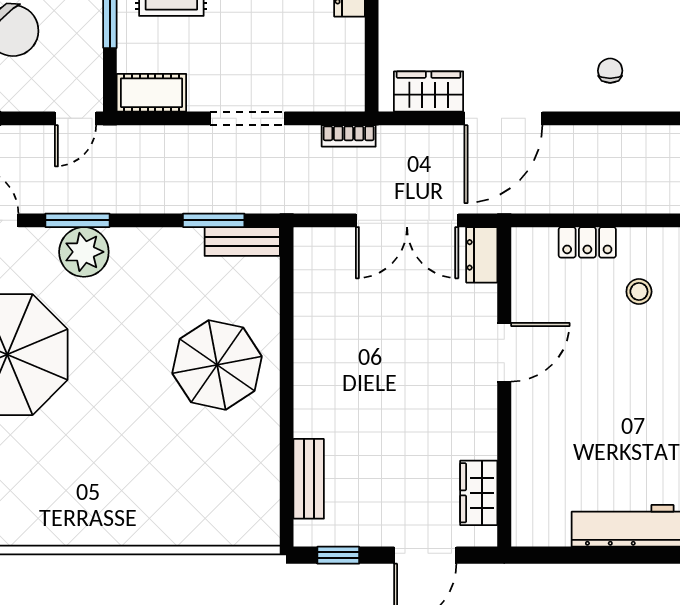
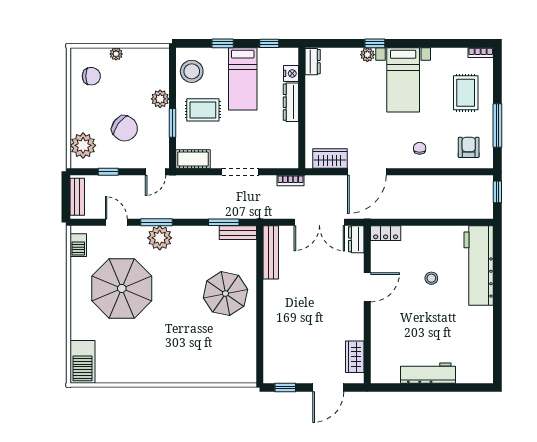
locker: (587, 242) -> (386, 233), moved
stool: (639, 292) -> (431, 278), moved
bench: (309, 479) -> (271, 252), moved, width x1.36

